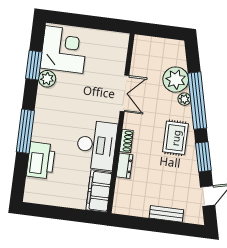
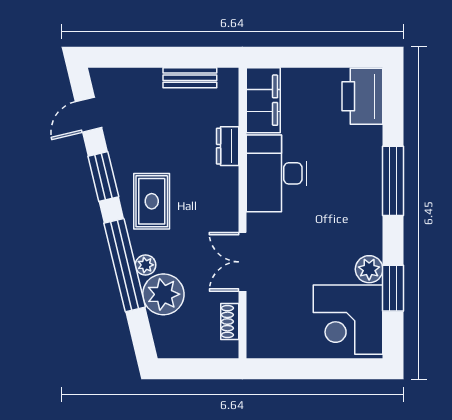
shoe rack: (126, 141) -> (230, 322), moved
printer: (41, 160) -> (362, 96), moved
bench: (166, 214) -> (190, 78), moved

